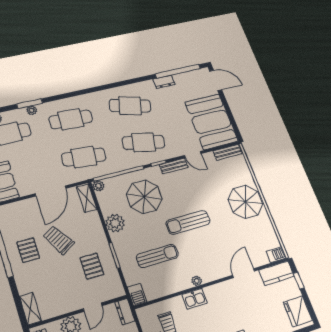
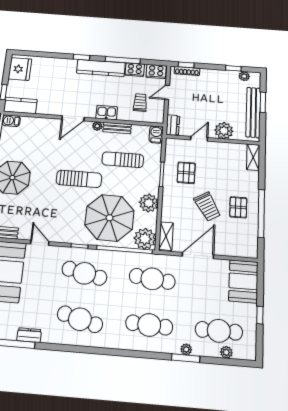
bench: (174, 166) -> (117, 128), moved
plant: (98, 186) -> (145, 239), width x1.88, depth x1.88
parasol: (144, 197) -> (110, 218), width x1.36, depth x1.36
door: (244, 273) -> (73, 118), moved

